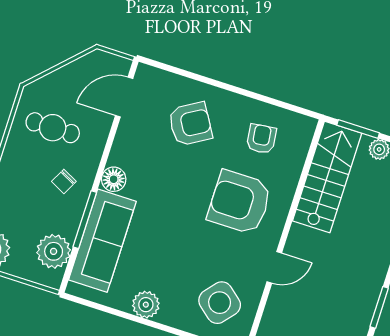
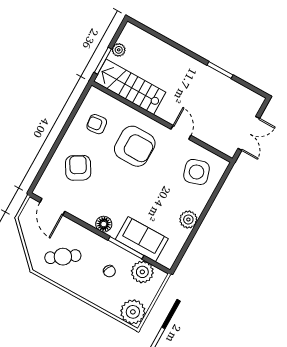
cafe table: (53, 128) -> (63, 257), turned 56
chair: (64, 181) -> (109, 271), moved
armchair: (240, 202) -> (135, 146), turned -90
sofa: (102, 241) -> (142, 239), width x0.73
side table: (220, 303) -> (197, 172), turned 33

